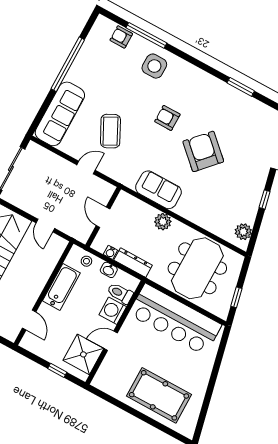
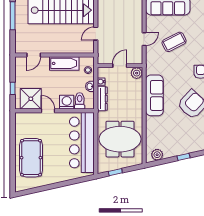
door: (86, 168) -> (144, 39), hinge flipped
sofa: (158, 190) -> (154, 95), width x1.36
plant: (163, 222) -> (137, 73), moved

